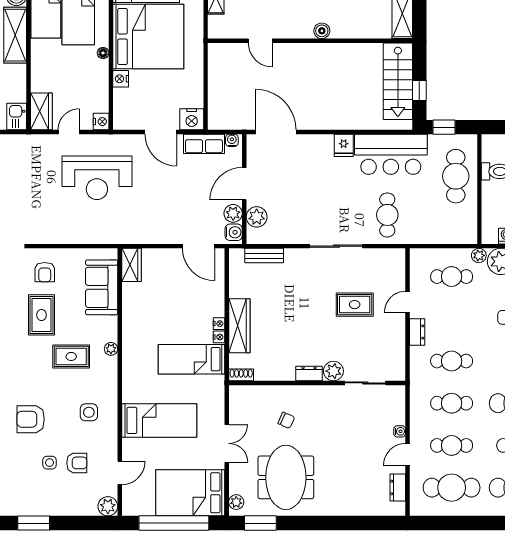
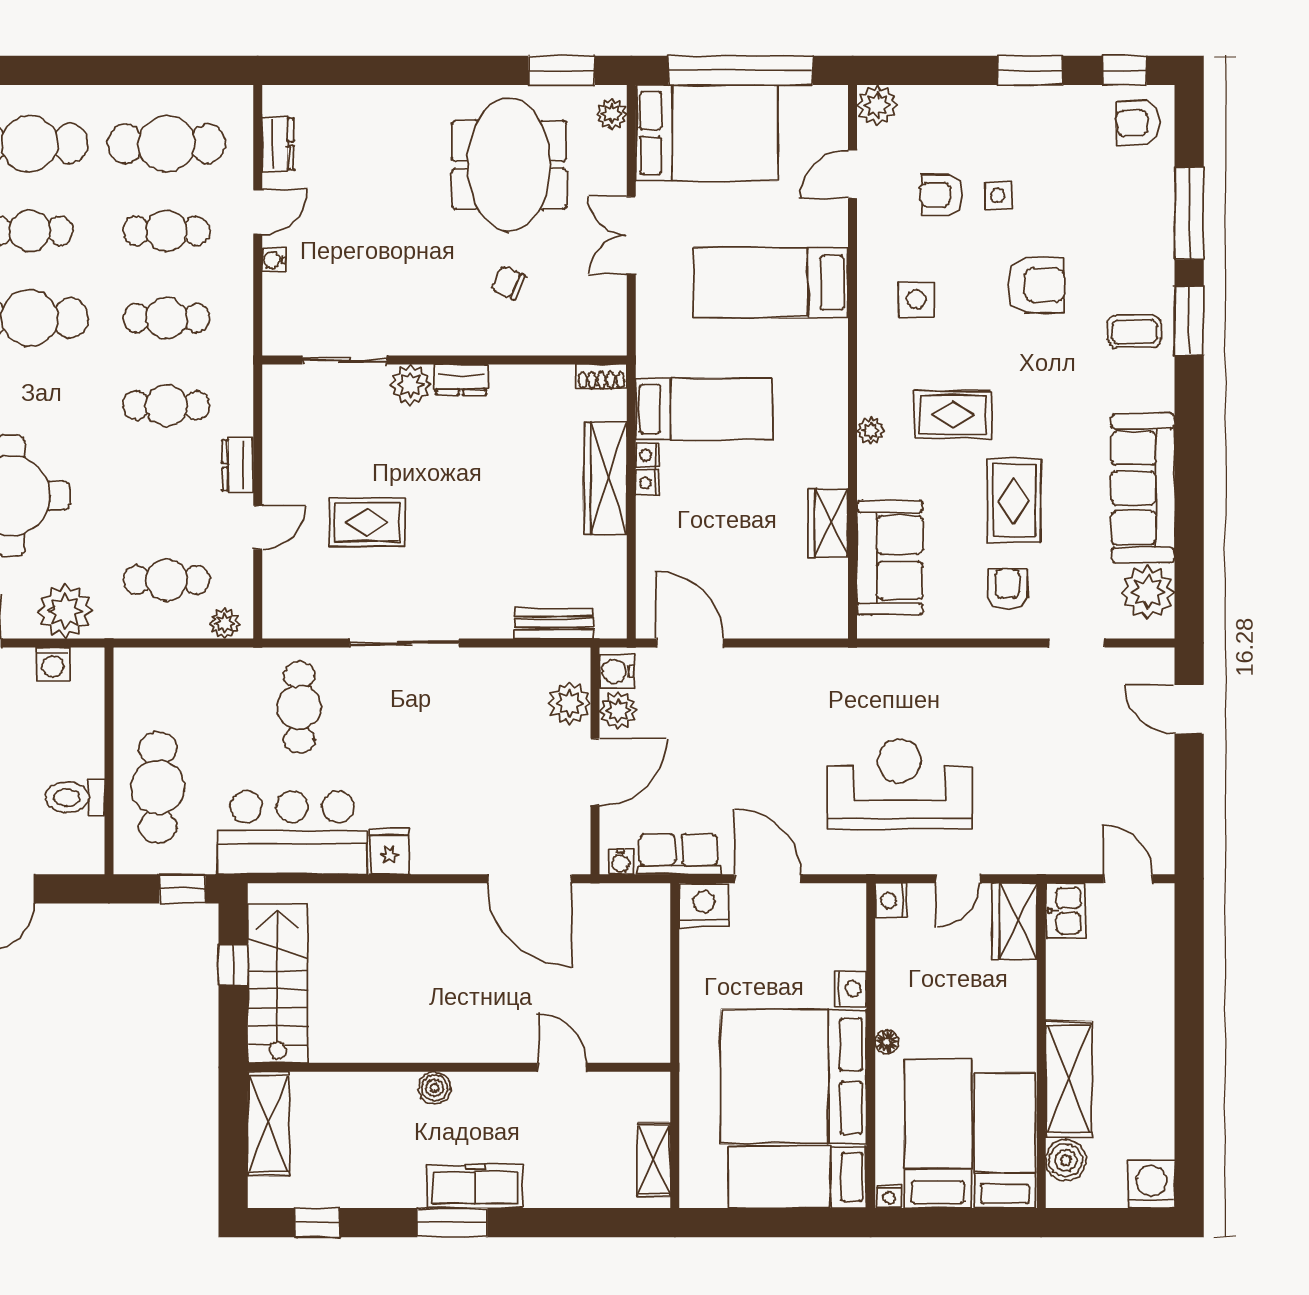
plant: (479, 255) -> (225, 624), moved
wardrobe: (131, 265) -> (828, 523), moved

